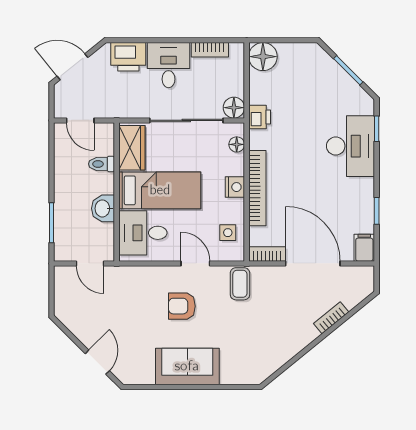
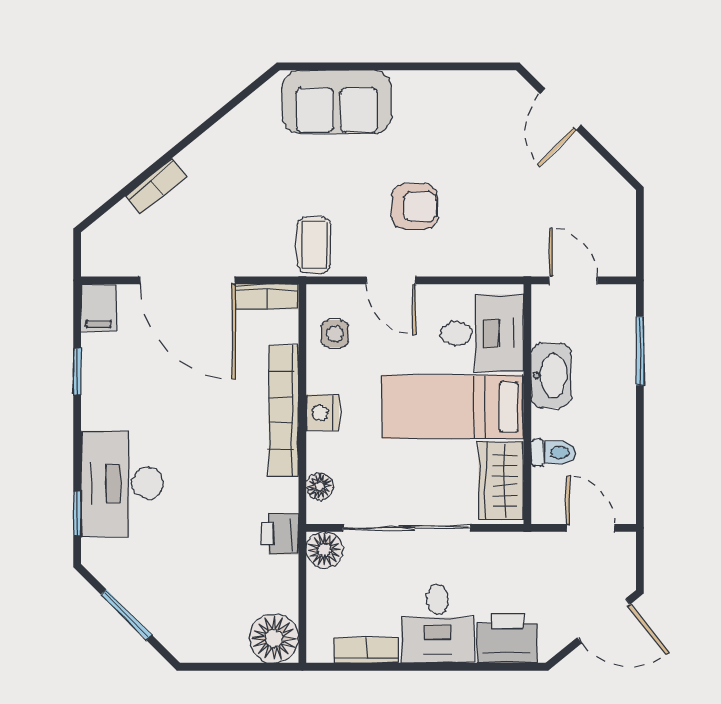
washbasin: (103, 208) -> (551, 375), width x1.38
sofa: (187, 366) -> (337, 102), moved

